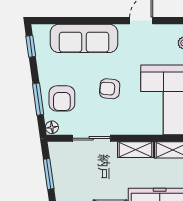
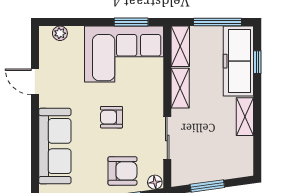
armchair: (110, 89) -> (112, 117), turned 85

